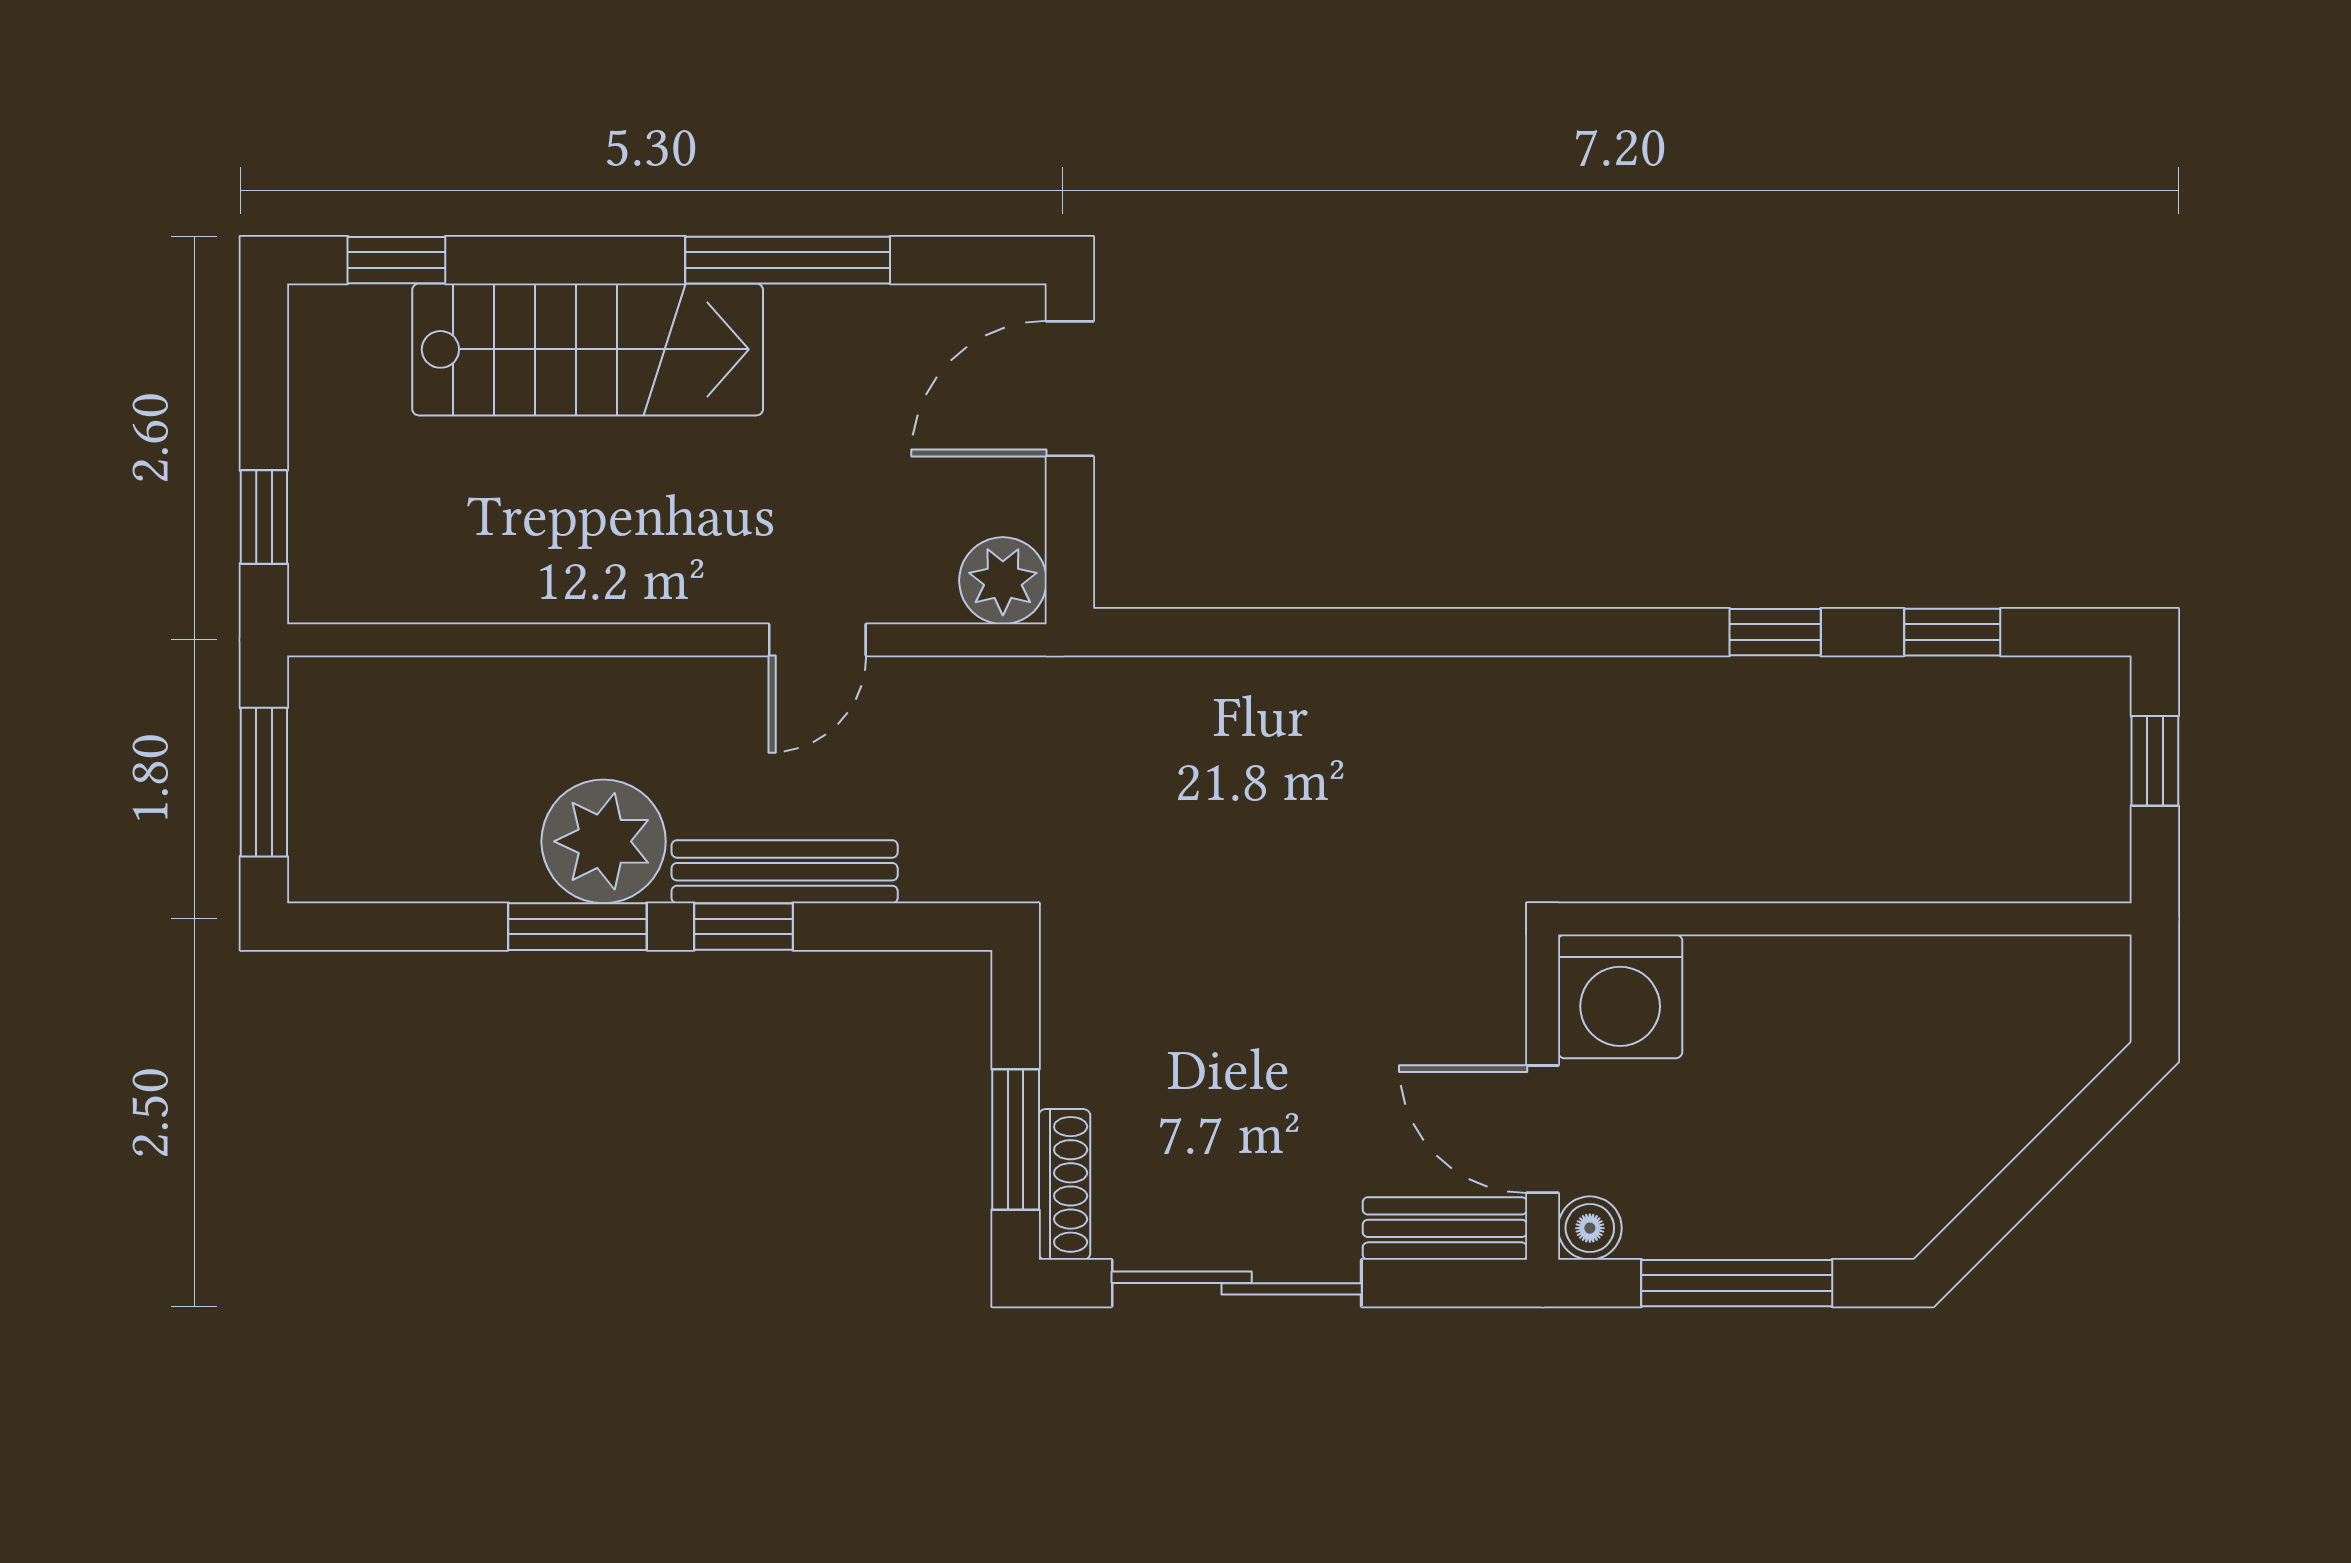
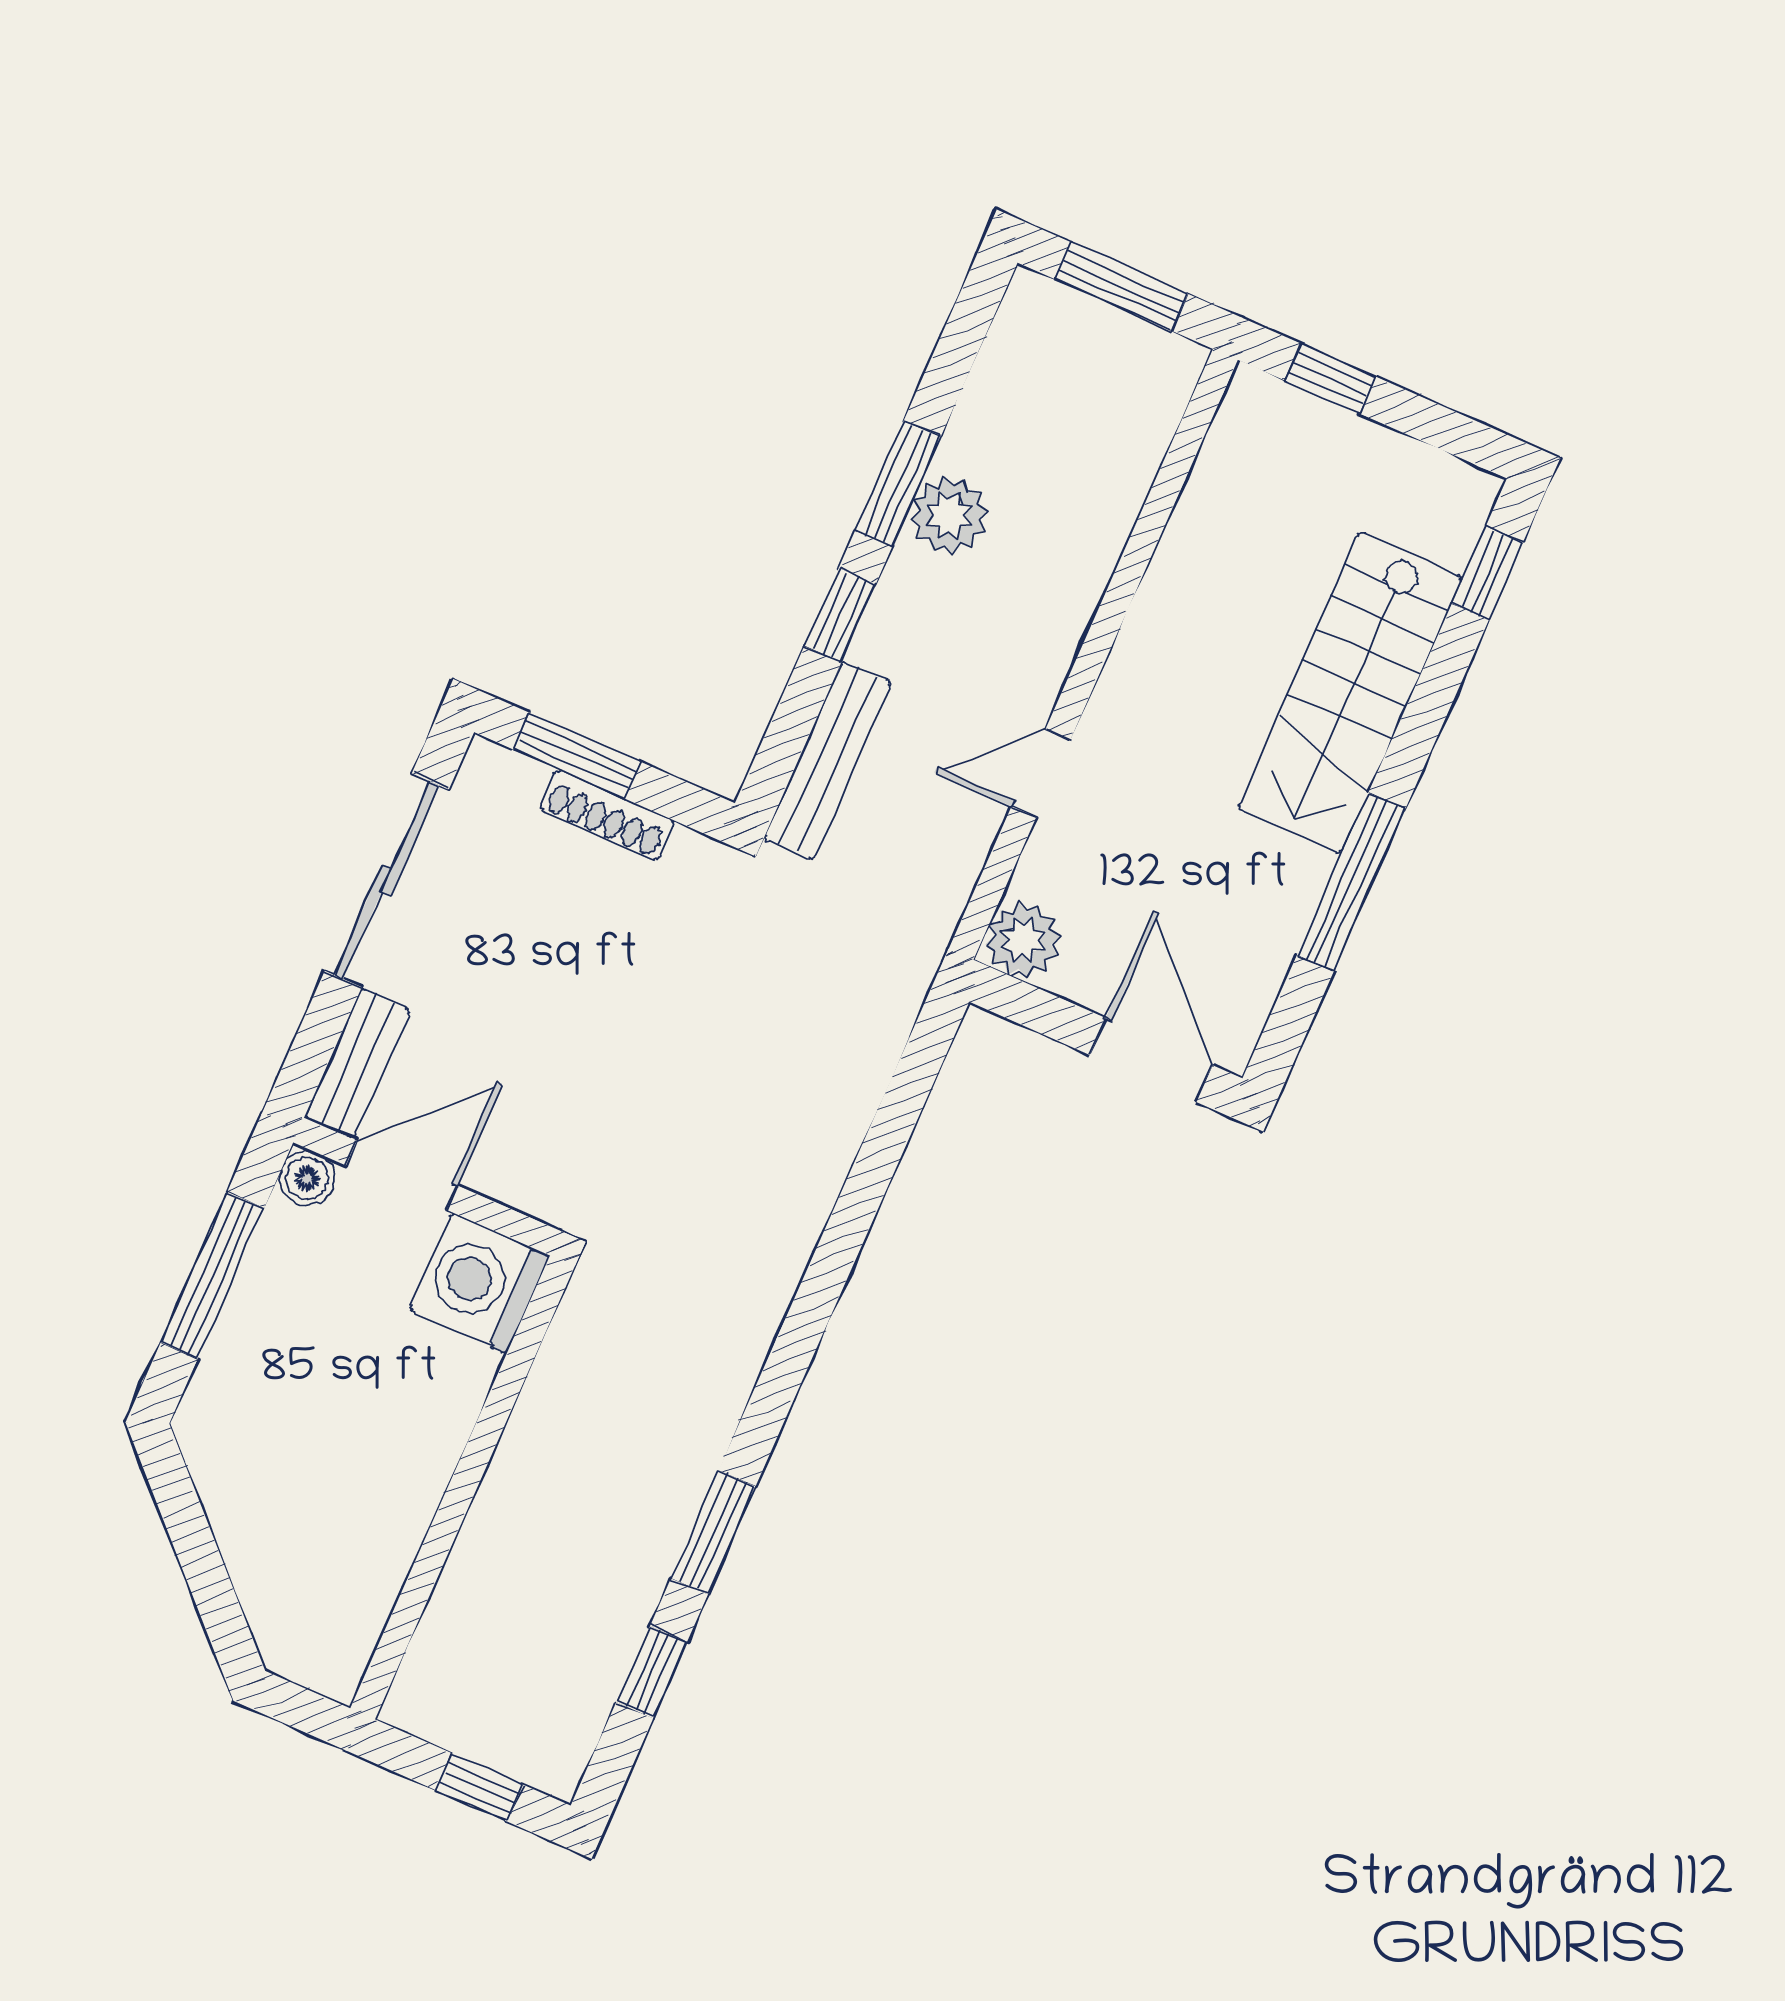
window: (1775, 632) -> (713, 1532), width x1.50
door: (817, 640) -> (1041, 773), hinge flipped
plant: (604, 841) -> (949, 515), width x0.73, depth x0.73
bench: (785, 872) -> (828, 761), moved
shoe rack: (1064, 1184) -> (607, 815), moved

